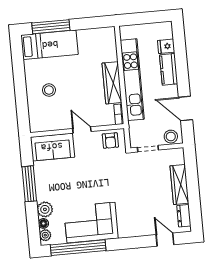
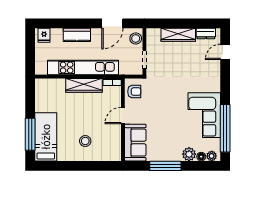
fridge: (166, 46) -> (44, 35), moved

